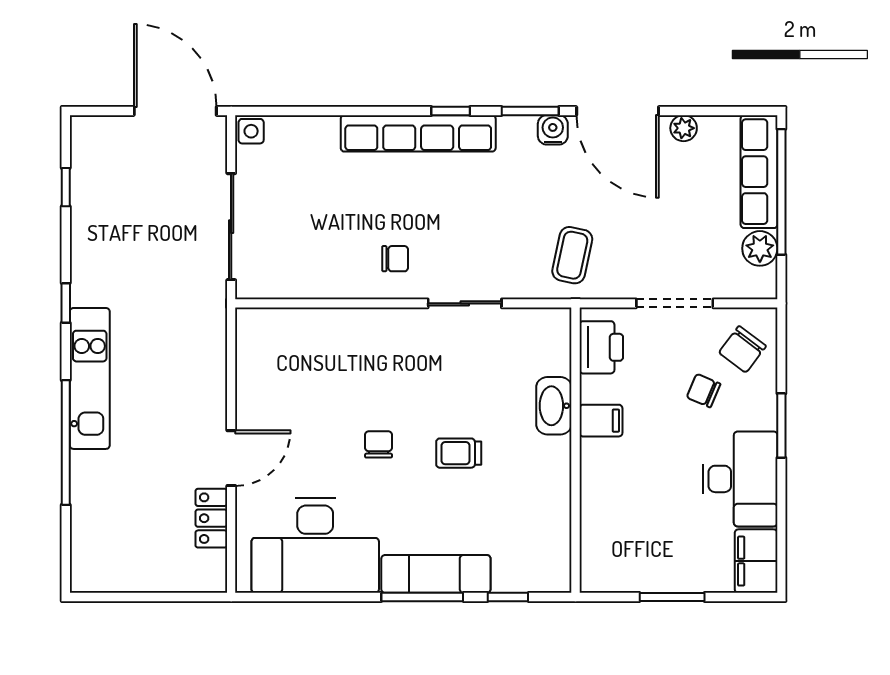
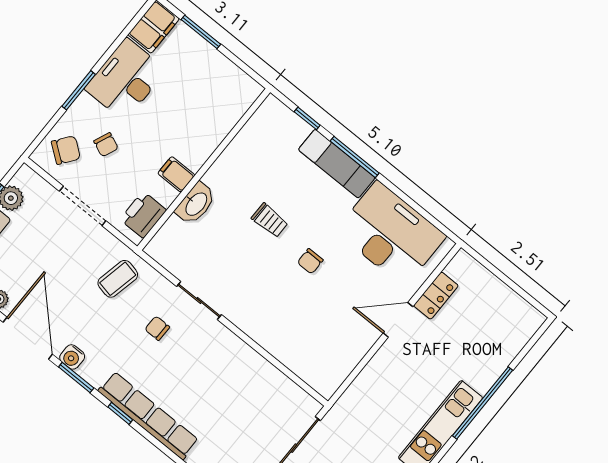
chair: (395, 259) -> (157, 328), moved
window: (672, 597) -> (201, 32), moved

